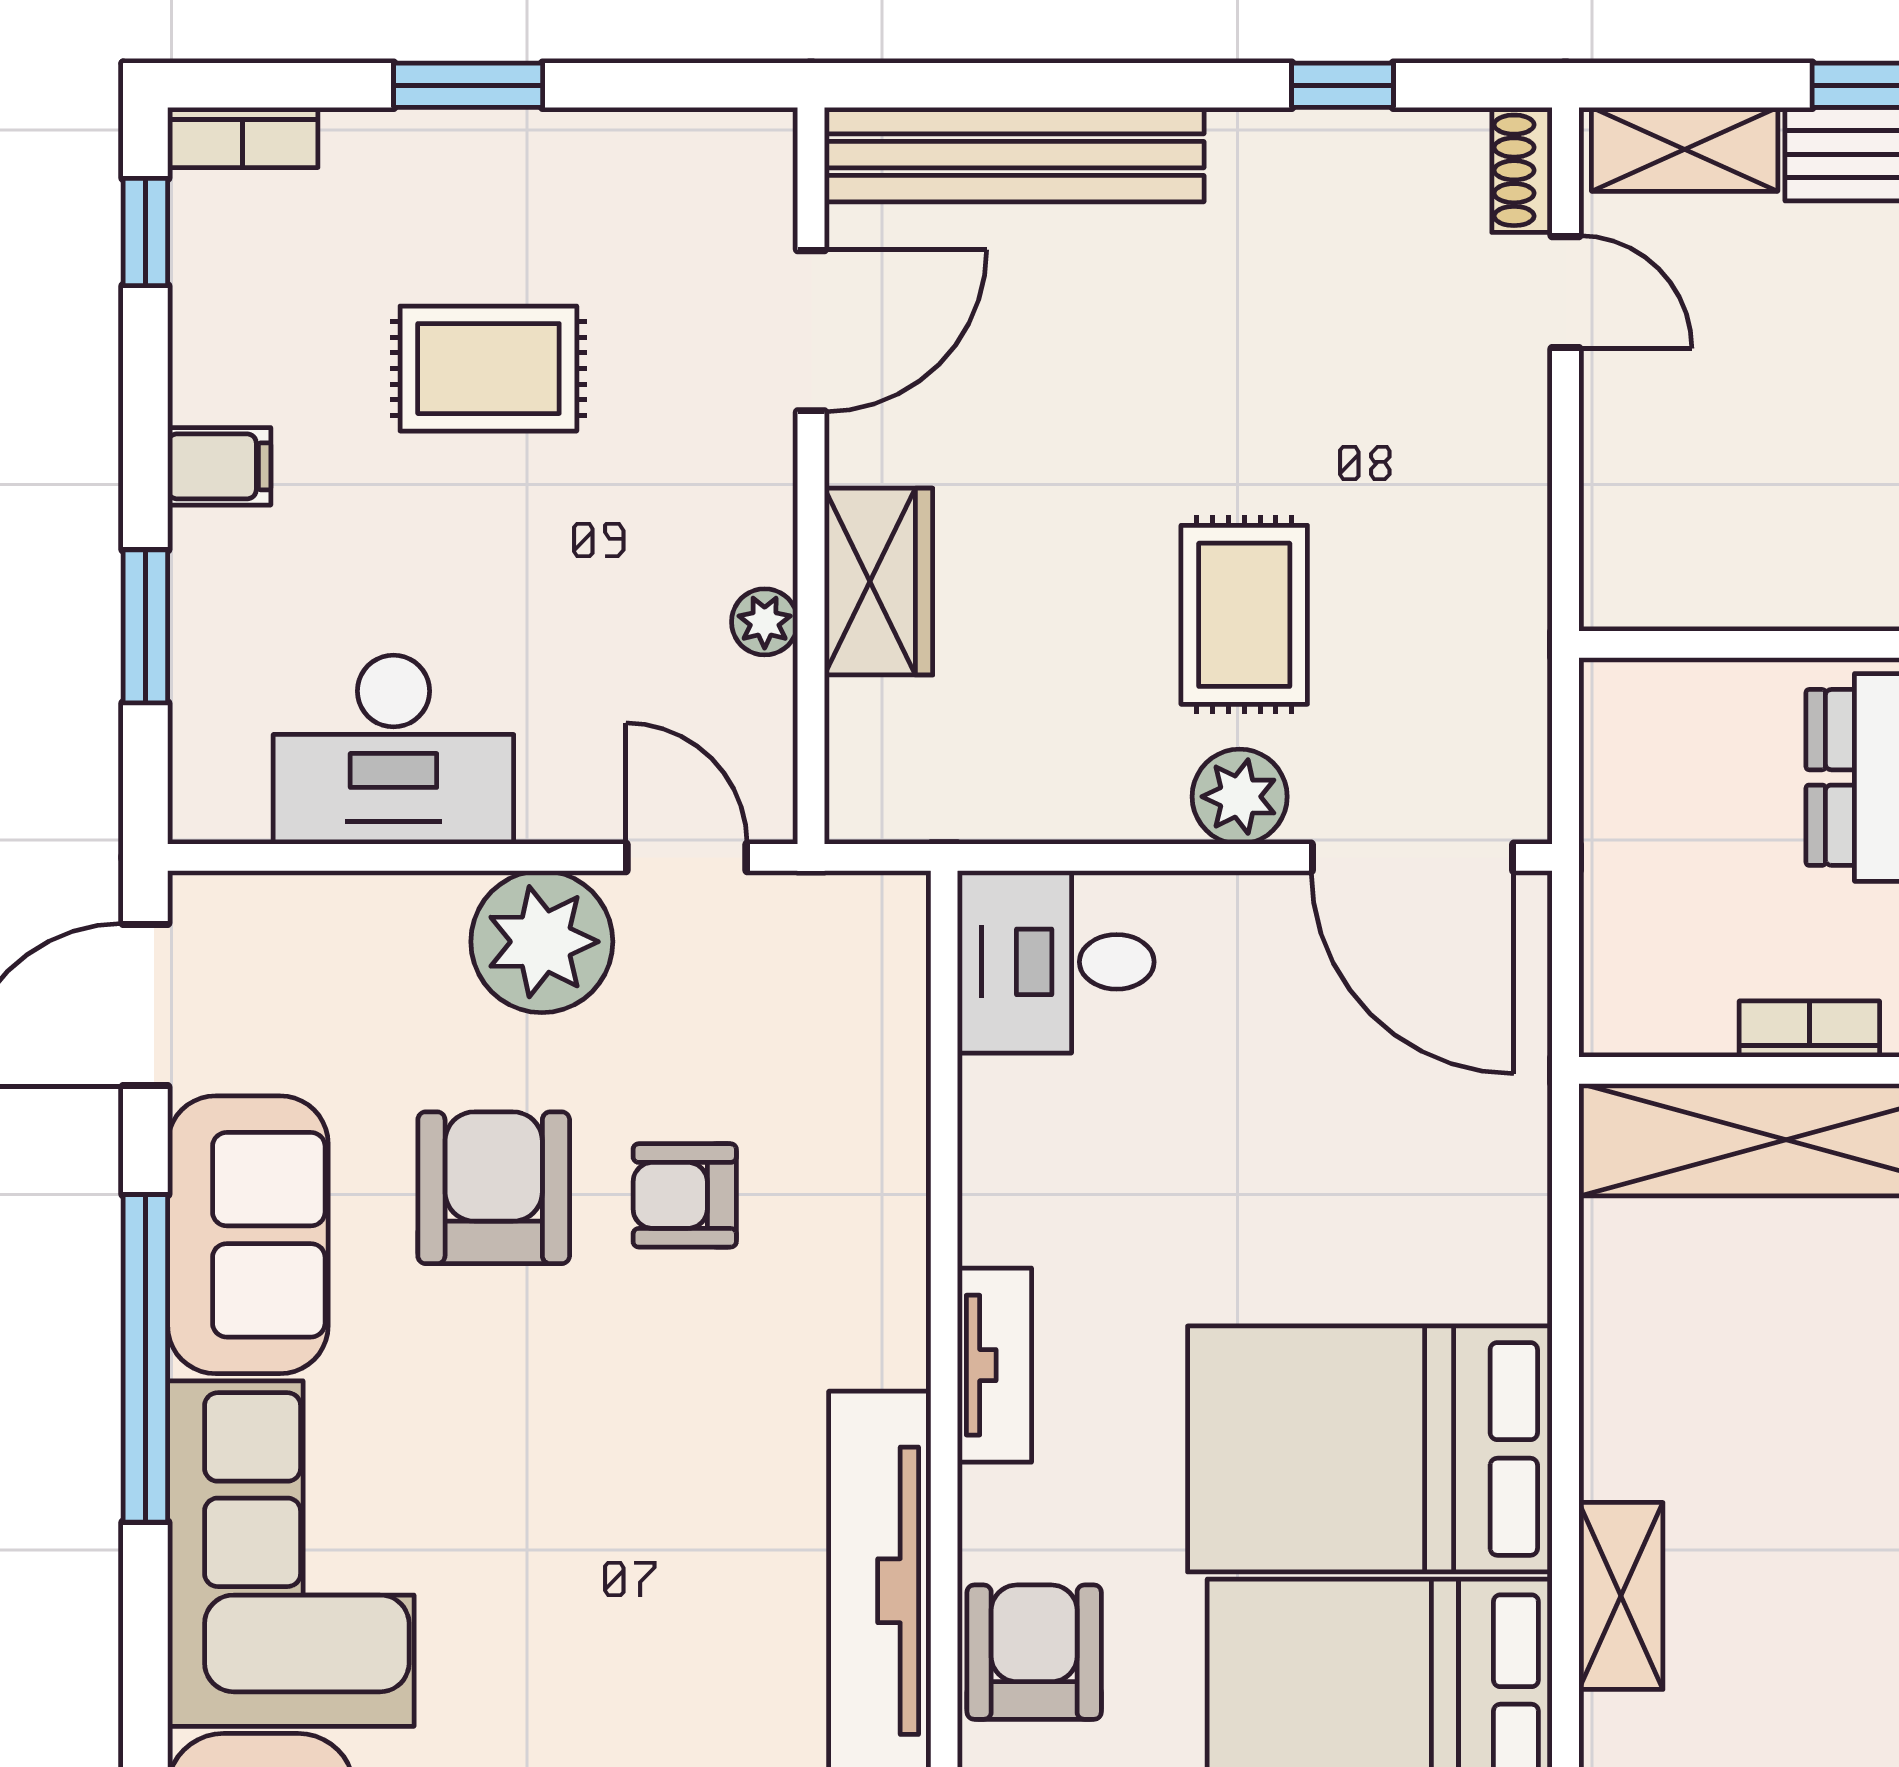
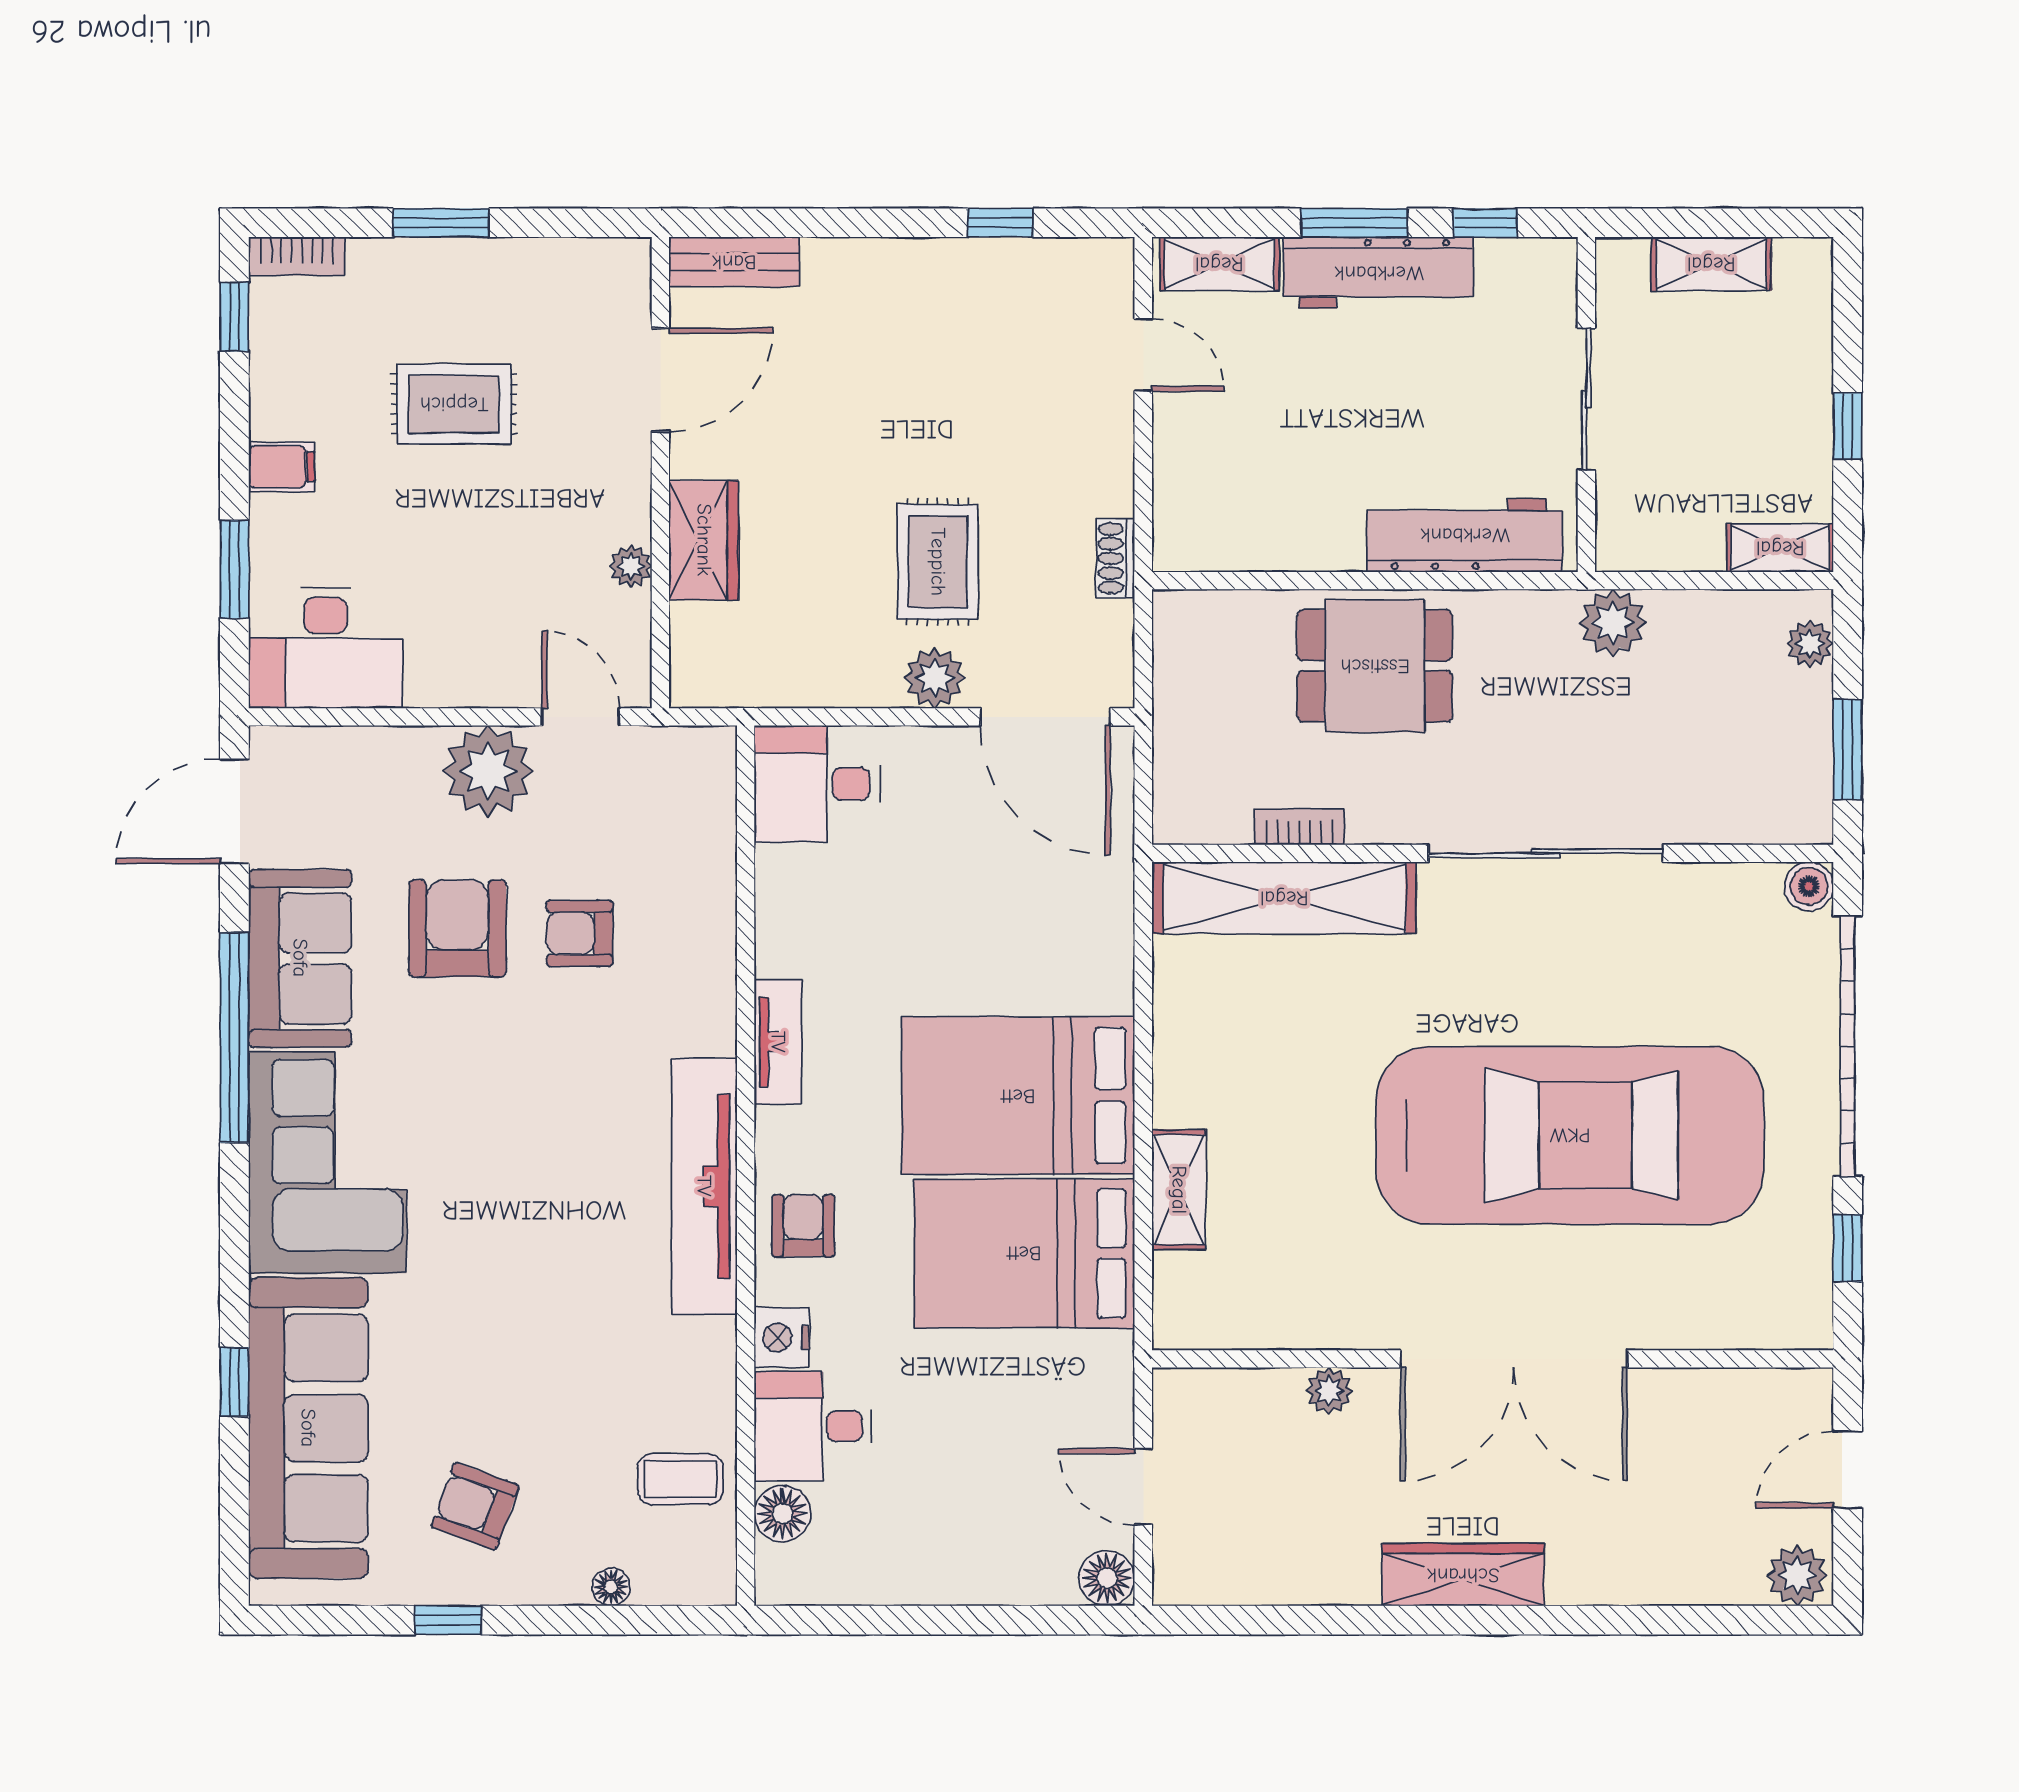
bench: (1014, 155) -> (734, 262), width x0.54, depth x0.82
shoe rack: (1522, 170) -> (1115, 558), moved
desk: (393, 750) -> (326, 648), moved
armchair: (1034, 1652) -> (803, 1226), width x0.72, depth x0.72

